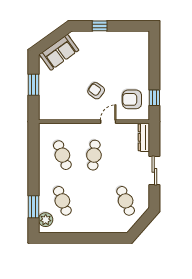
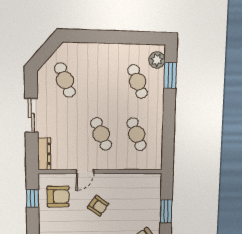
cafe table: (94, 155) -> (101, 134), turned -30

